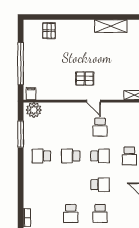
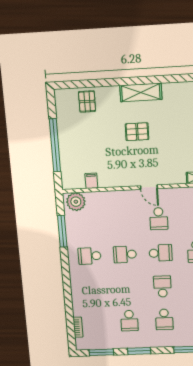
shelving: (111, 26) -> (141, 92), moved
pallet: (85, 79) -> (137, 132), moved
filing cabinet: (31, 94) -> (91, 181), moved
school desk: (100, 185) -> (162, 287), turned -90

